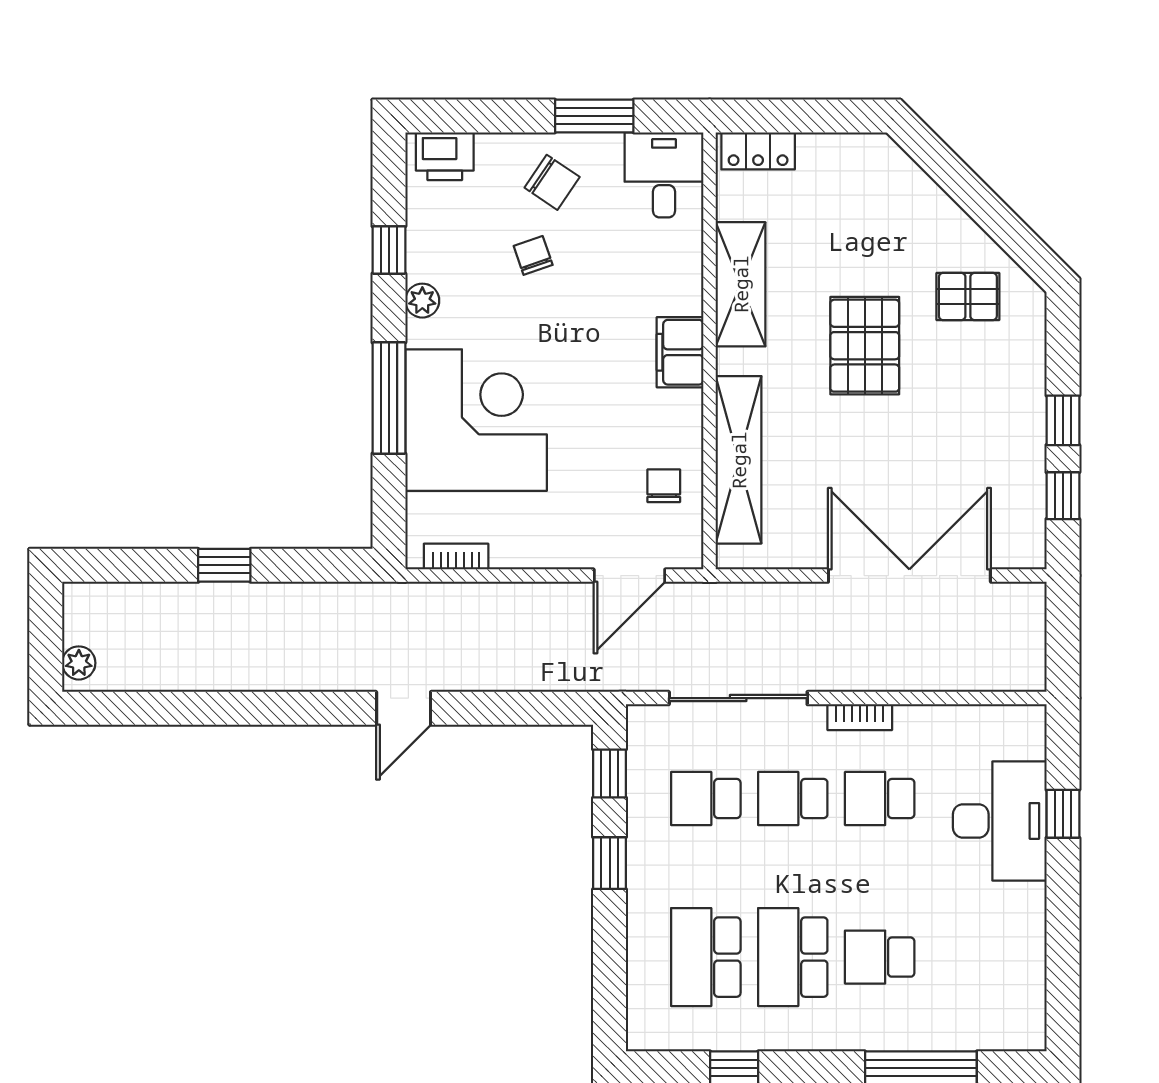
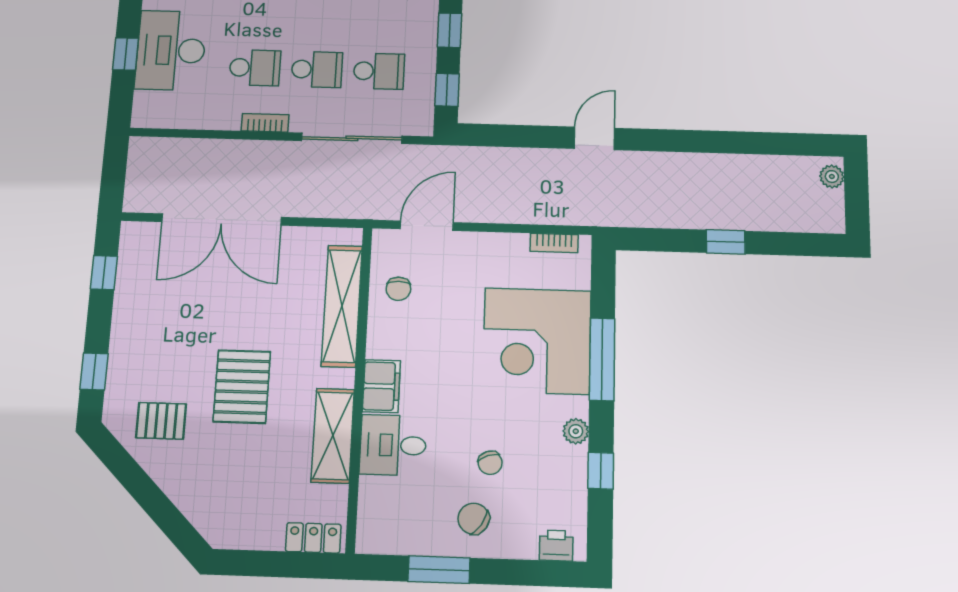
printer: (445, 156) -> (556, 546), width x0.73, depth x0.81
desk: (664, 175) -> (393, 445), moved, turned 90
window: (1063, 420) -> (94, 371), moved

